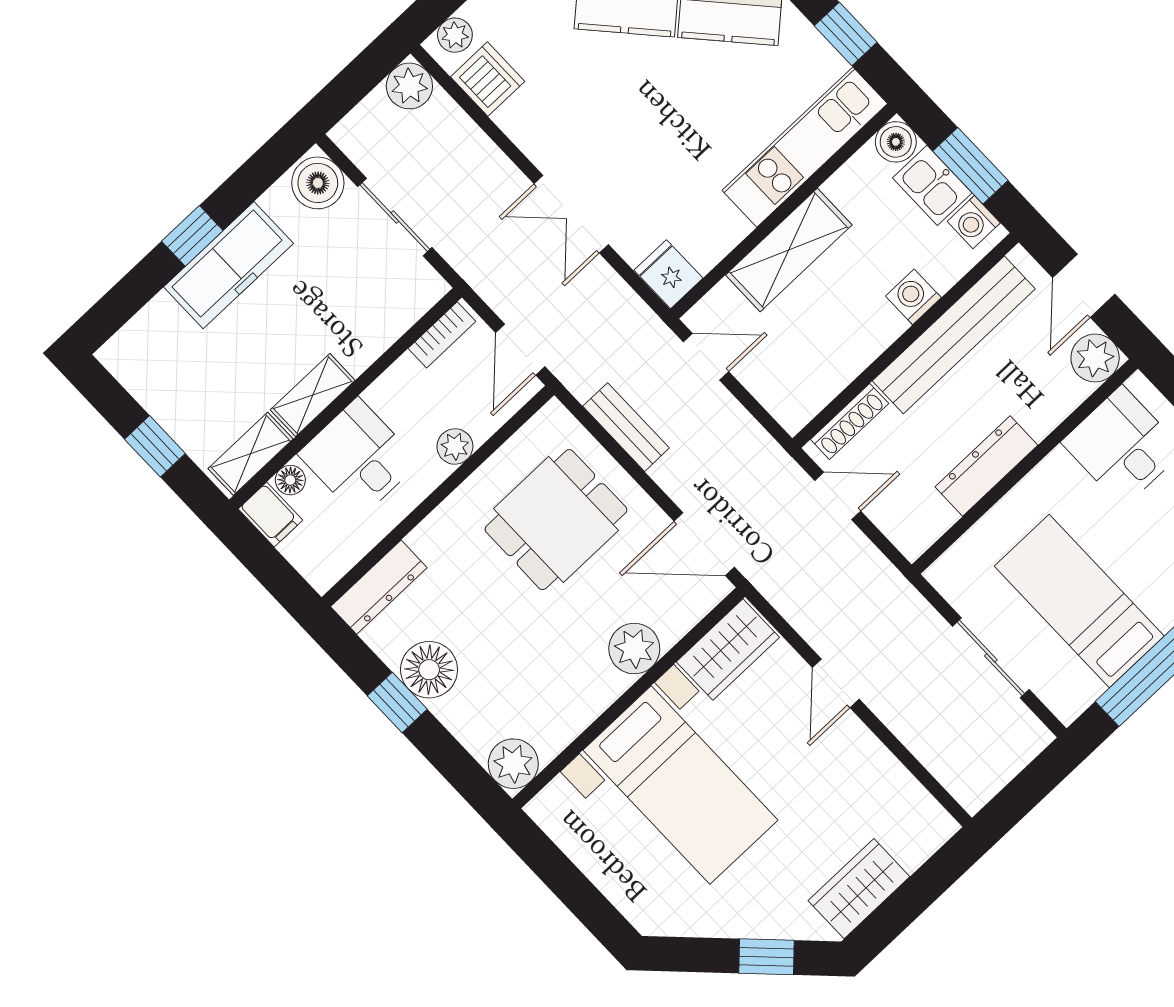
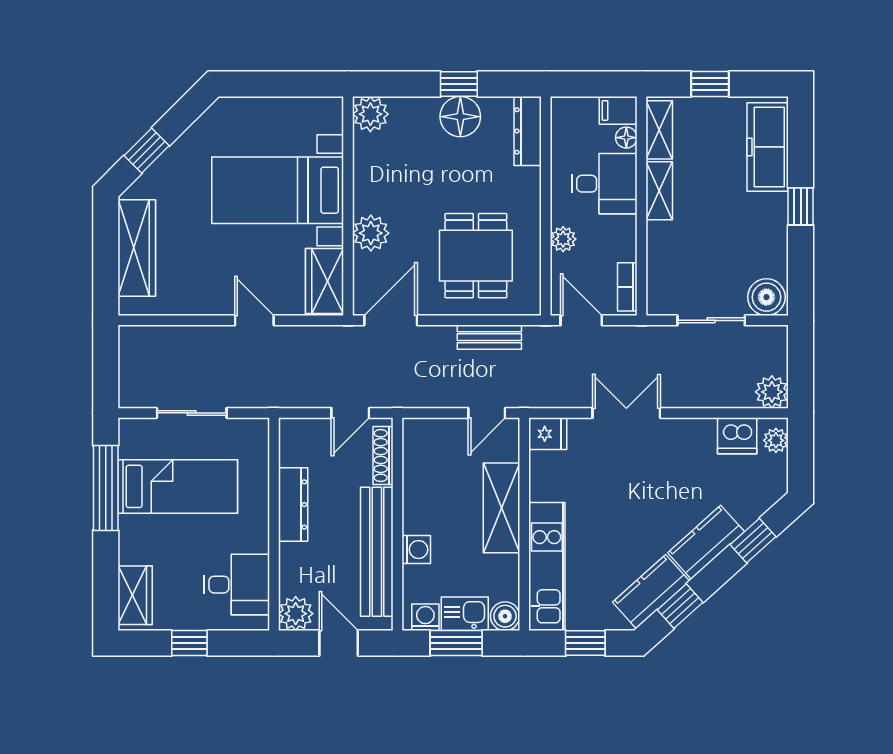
freezer: (229, 265) -> (768, 147), moved
wardrobe: (859, 889) -> (137, 248), width x1.50

